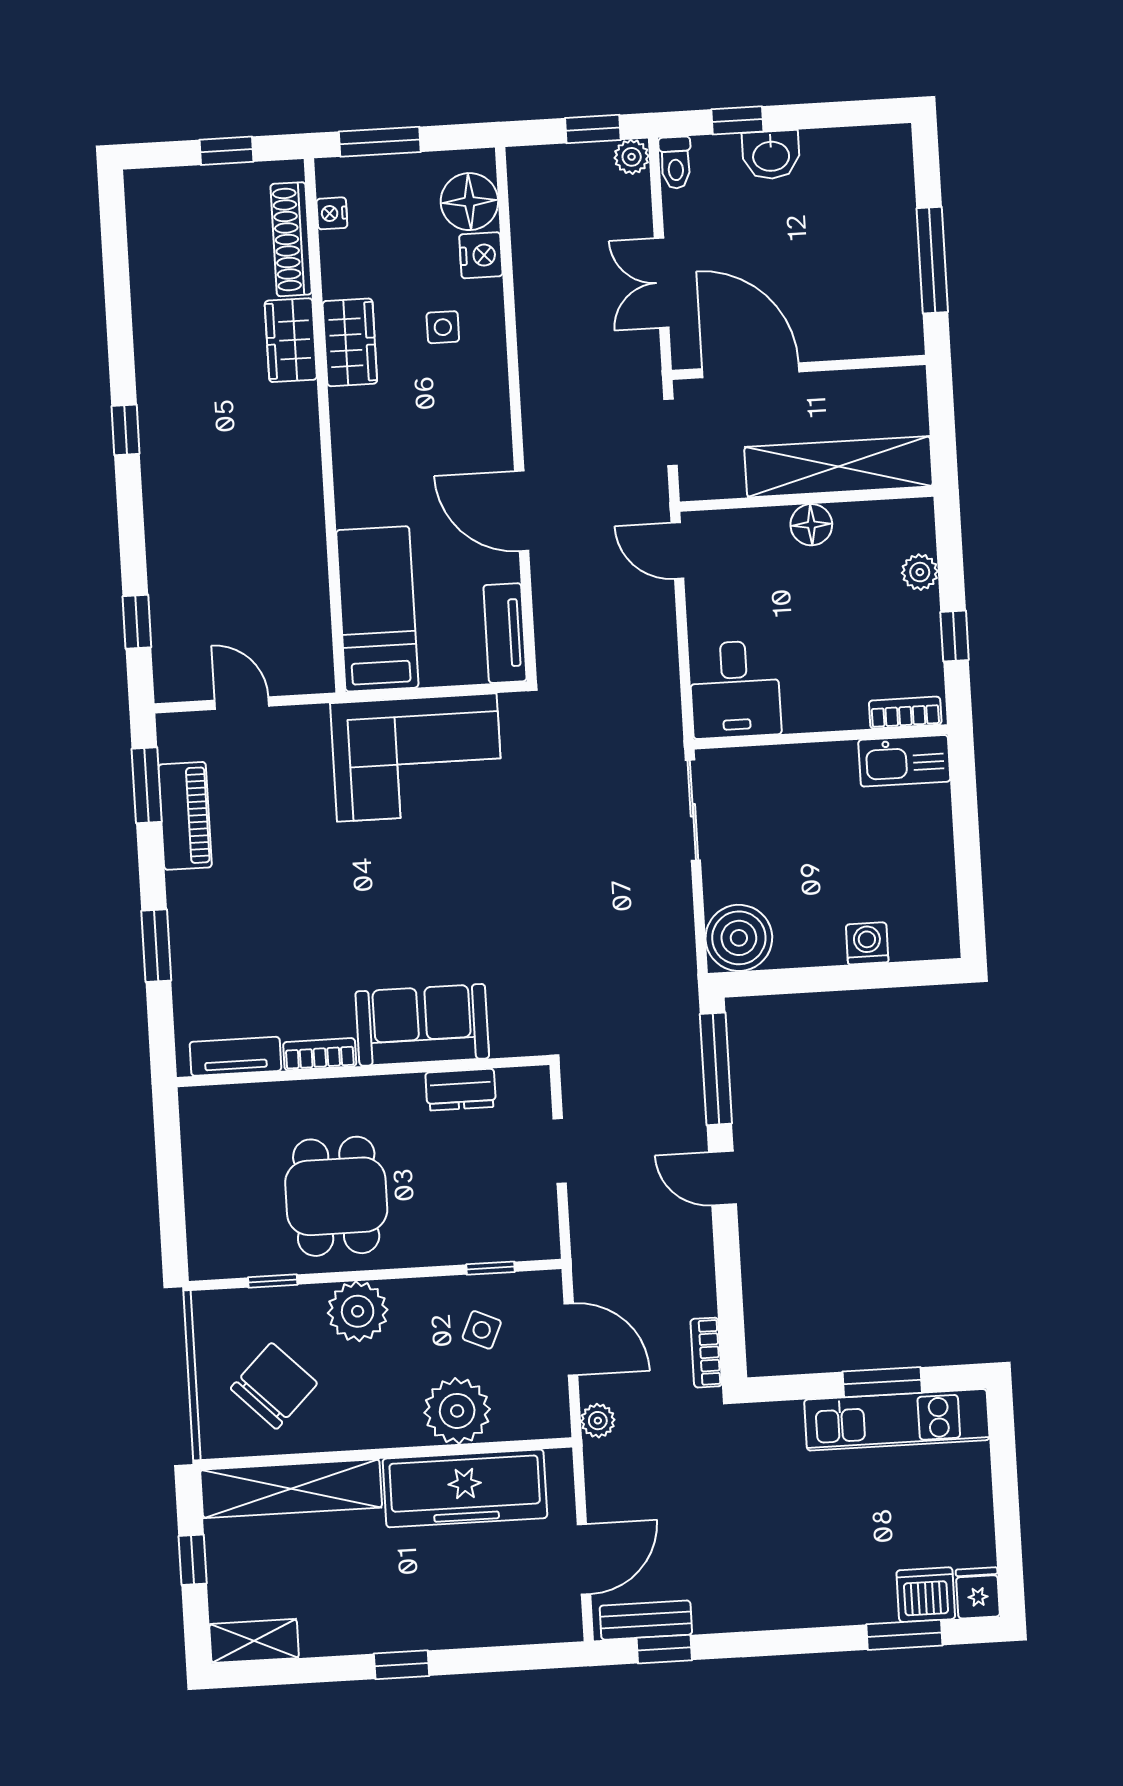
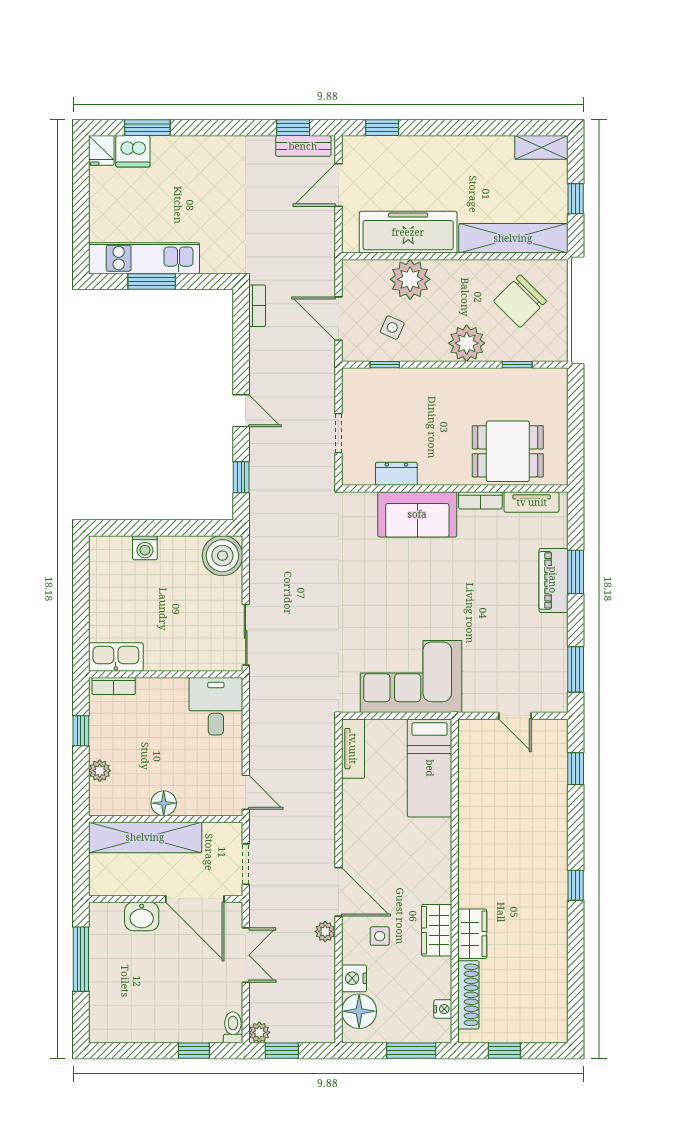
washbasin: (771, 155) -> (142, 916), moved, turned 180
door: (522, 511) -> (339, 892), moved
piano: (185, 816) -> (553, 580), moved
window: (716, 1069) -> (241, 477), width x0.46
dining table: (336, 1196) -> (508, 451), moved, turned 90
plant: (598, 1421) -> (325, 931), moved
window: (402, 1665) -> (382, 128), moved

